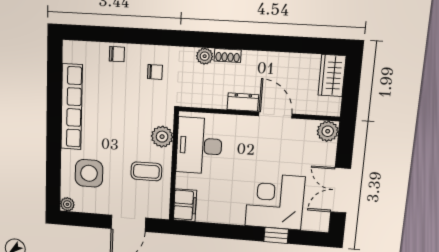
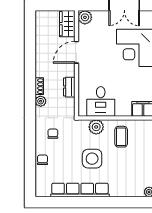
wardrobe: (332, 76) -> (67, 24), moved, turned 90
dresser: (243, 102) -> (69, 87), moved
desk: (199, 146) -> (101, 101), width x0.73
side table: (89, 173) -> (92, 159), moved

